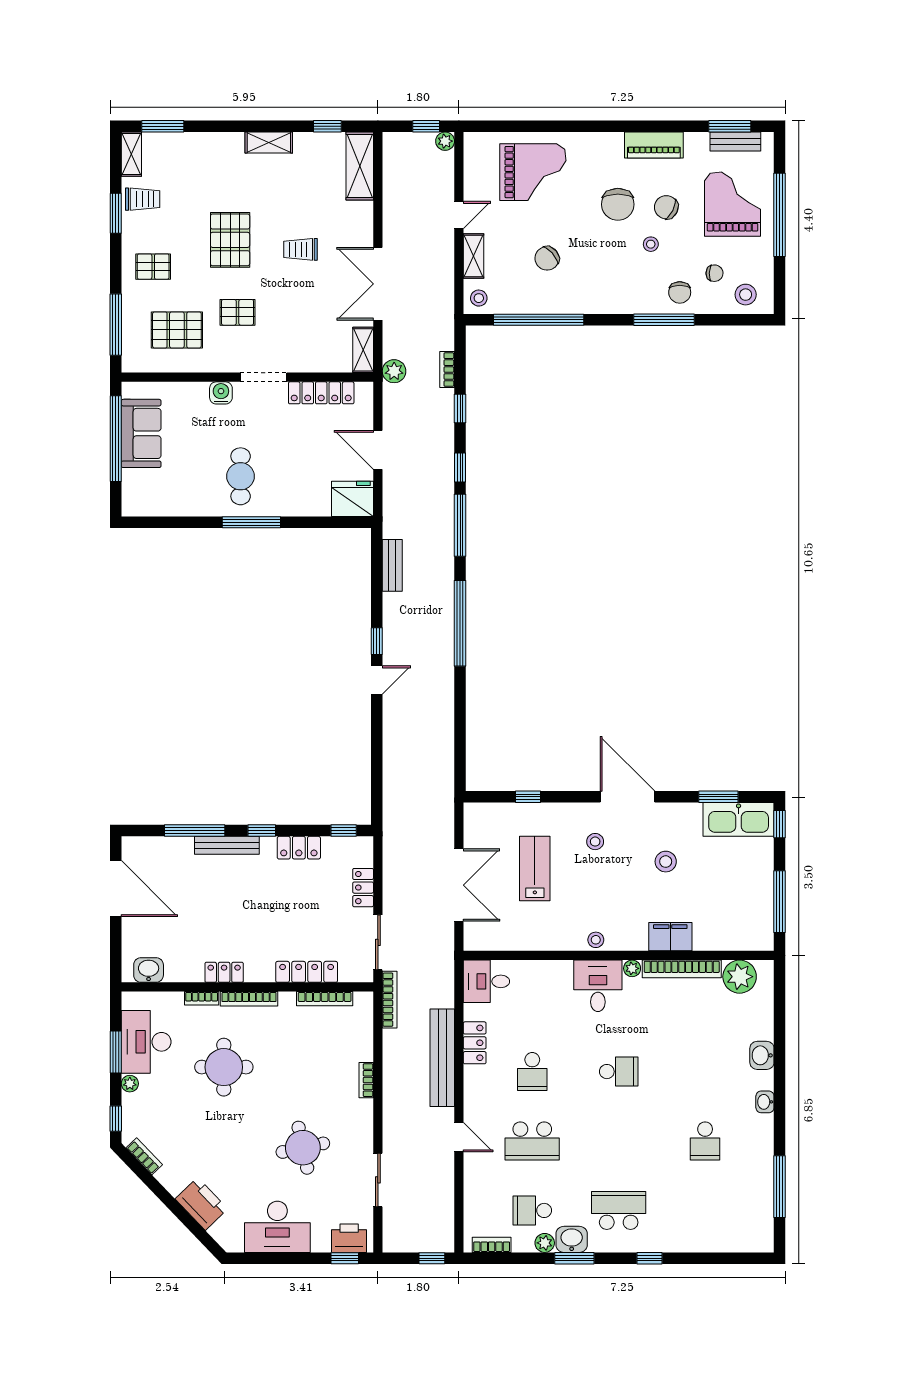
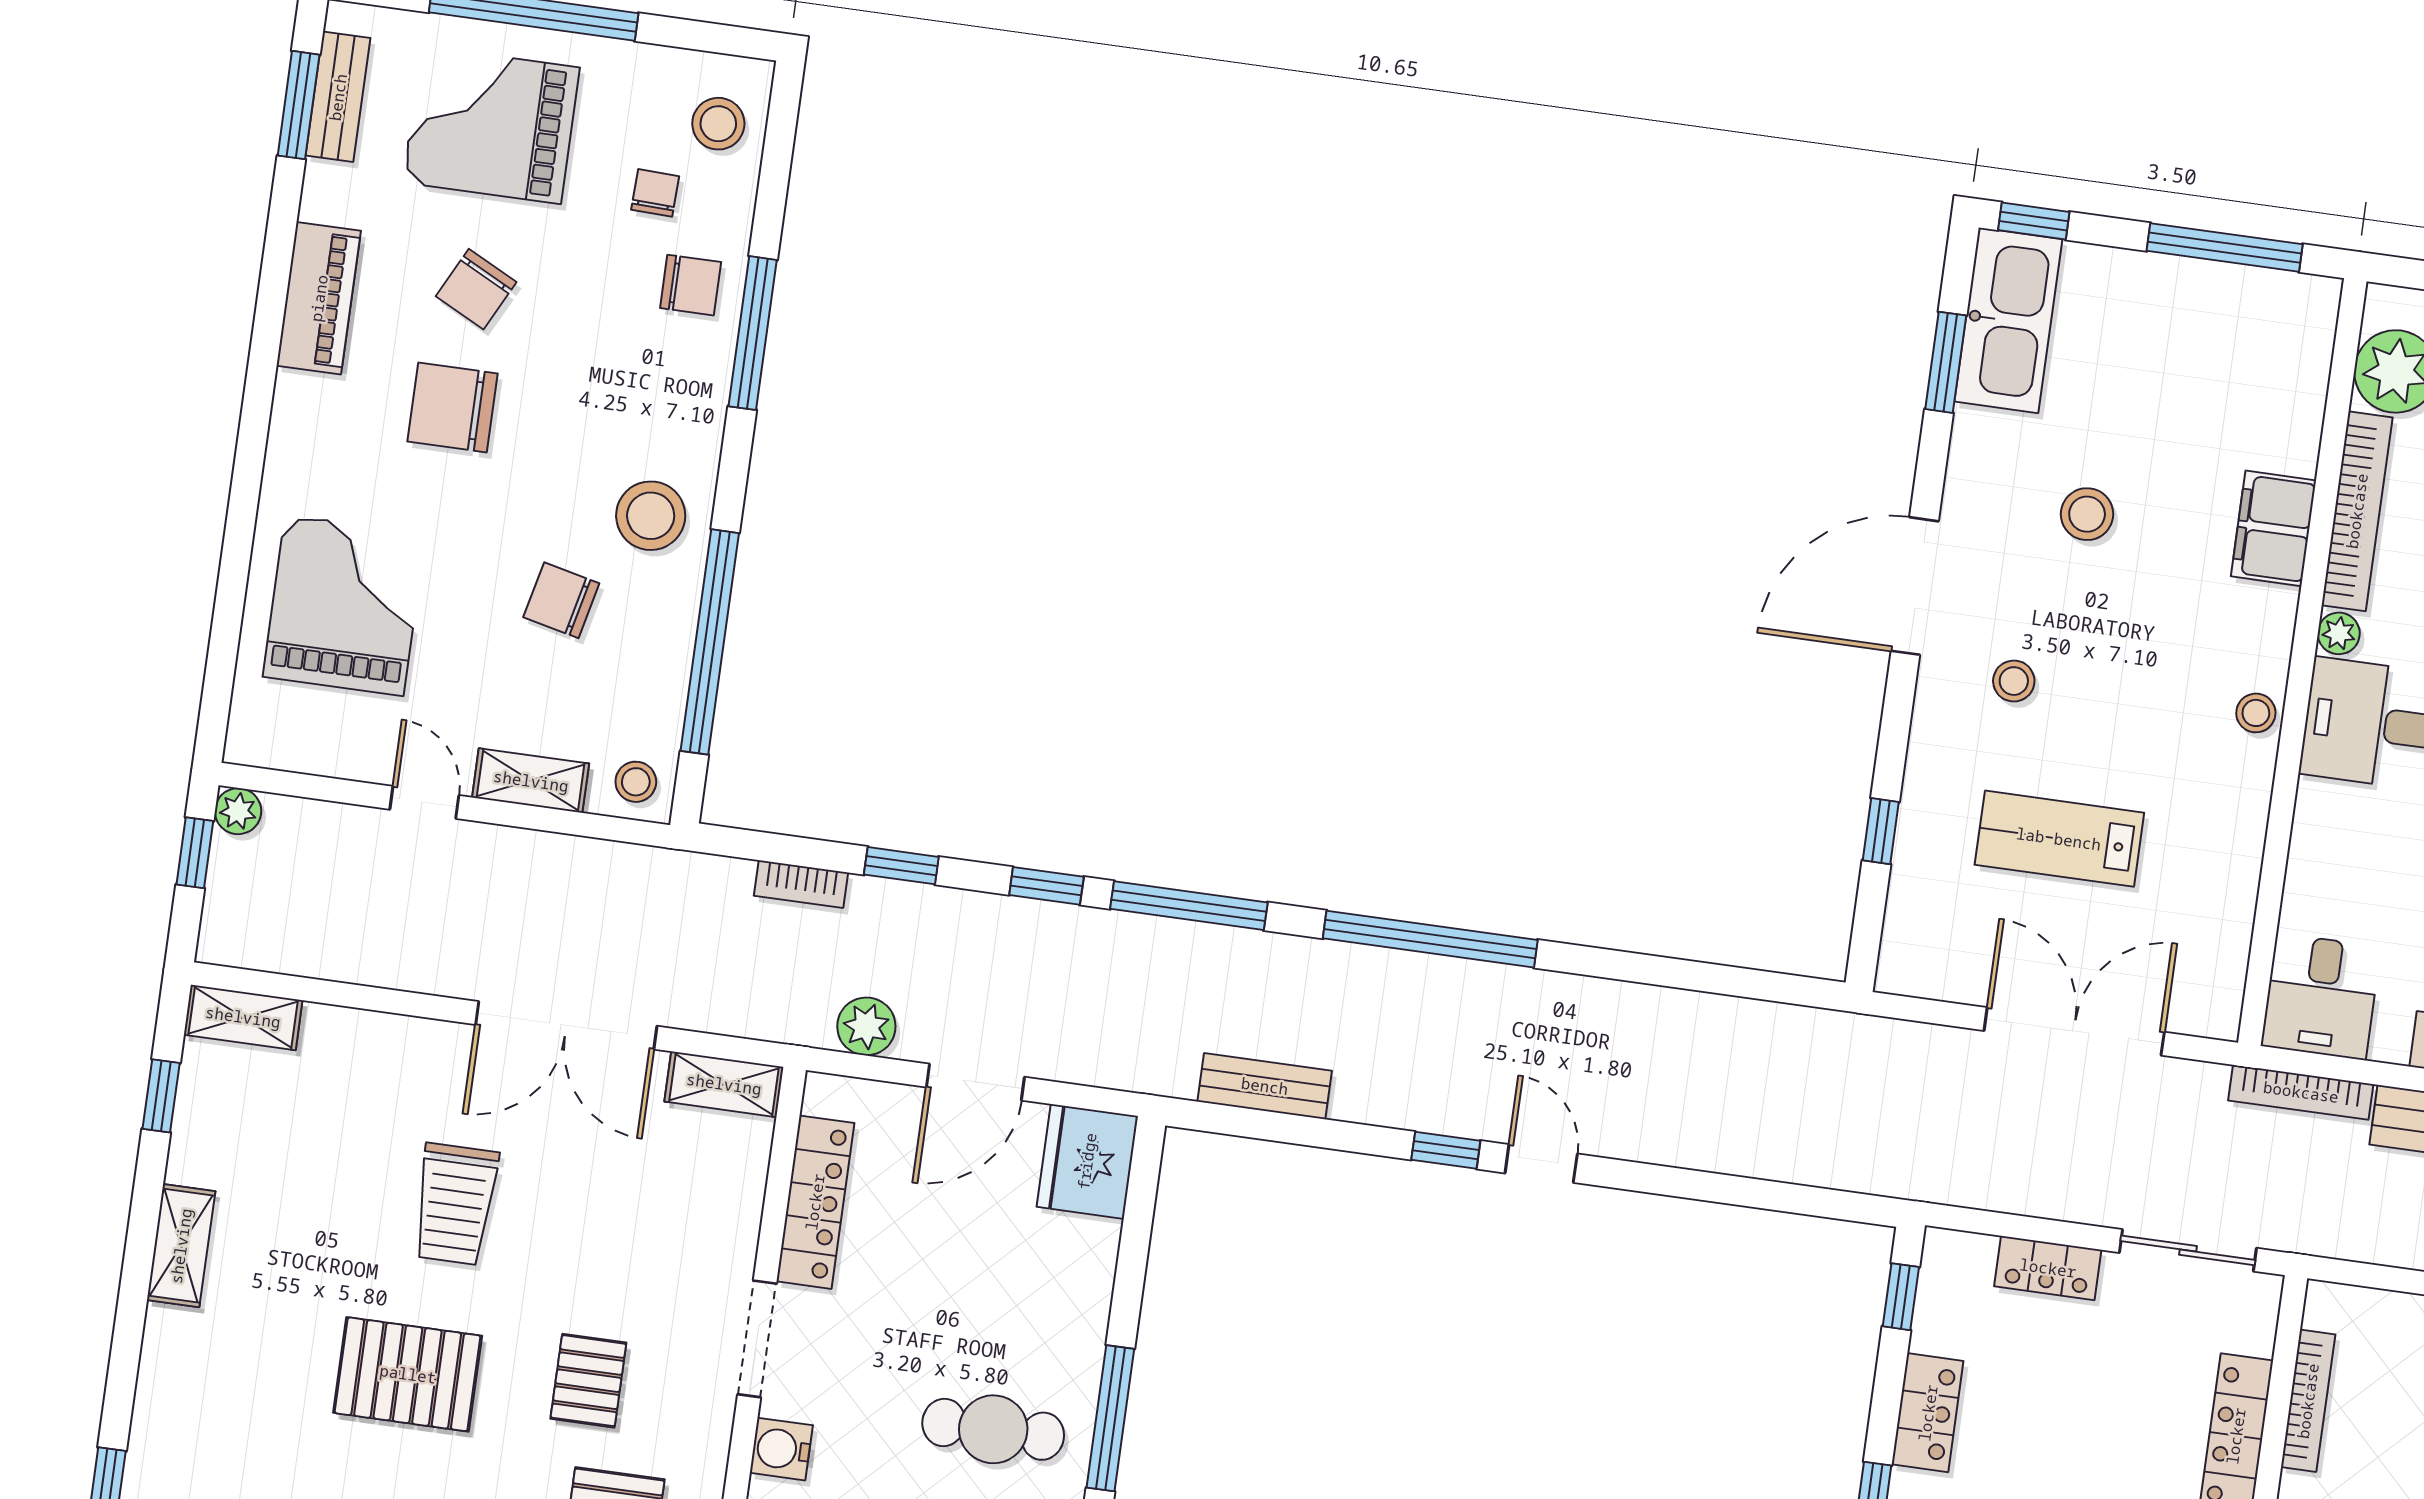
shelving: (360, 166) -> (243, 1017), width x0.67, depth x0.75
chair: (618, 204) -> (453, 407), turned 180
stool: (651, 244) -> (651, 516), moved, width x1.89, depth x1.89
trolley: (301, 249) -> (455, 1204), width x1.36, depth x1.39
chair: (547, 258) -> (561, 600), turned 144
plant: (394, 371) -> (866, 1026), moved
bookcase: (390, 1000) -> (2301, 1092), moved, turned 180

